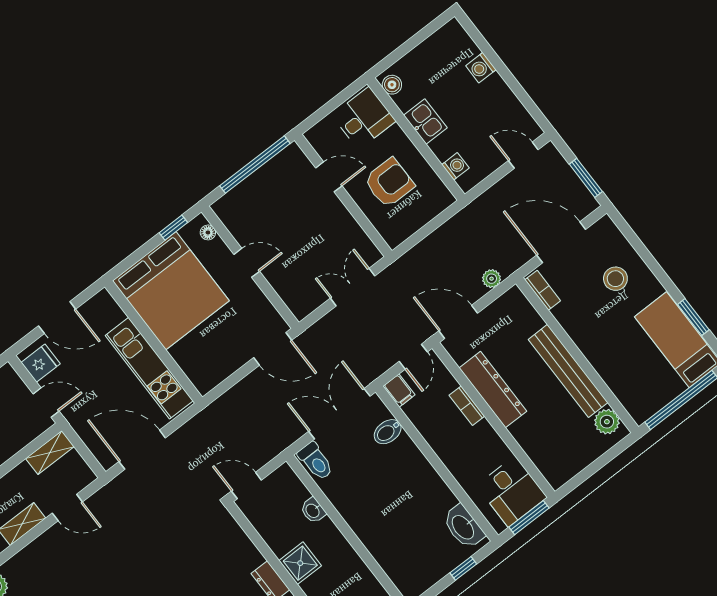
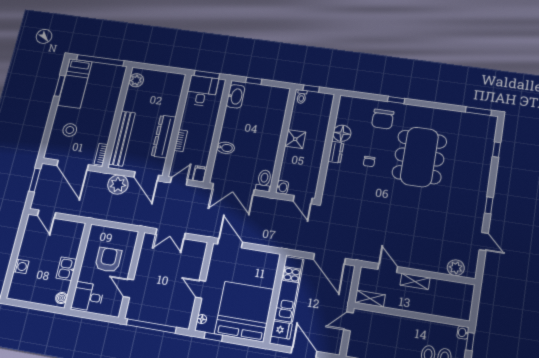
washing machine: (455, 166) -> (76, 238), removed
armchair: (389, 183) -> (108, 260), turned 90
plant: (492, 279) -> (118, 185), width x1.87, depth x1.87
fridge: (41, 363) -> (281, 330), moved, turned 180
bench: (568, 371) -> (122, 138), moved
door: (46, 403) -> (348, 321), hinge flipped
bidet: (388, 432) -> (226, 148), moved
washbasin: (313, 511) -> (282, 187), moved
shower: (300, 563) -> (295, 139), moved

